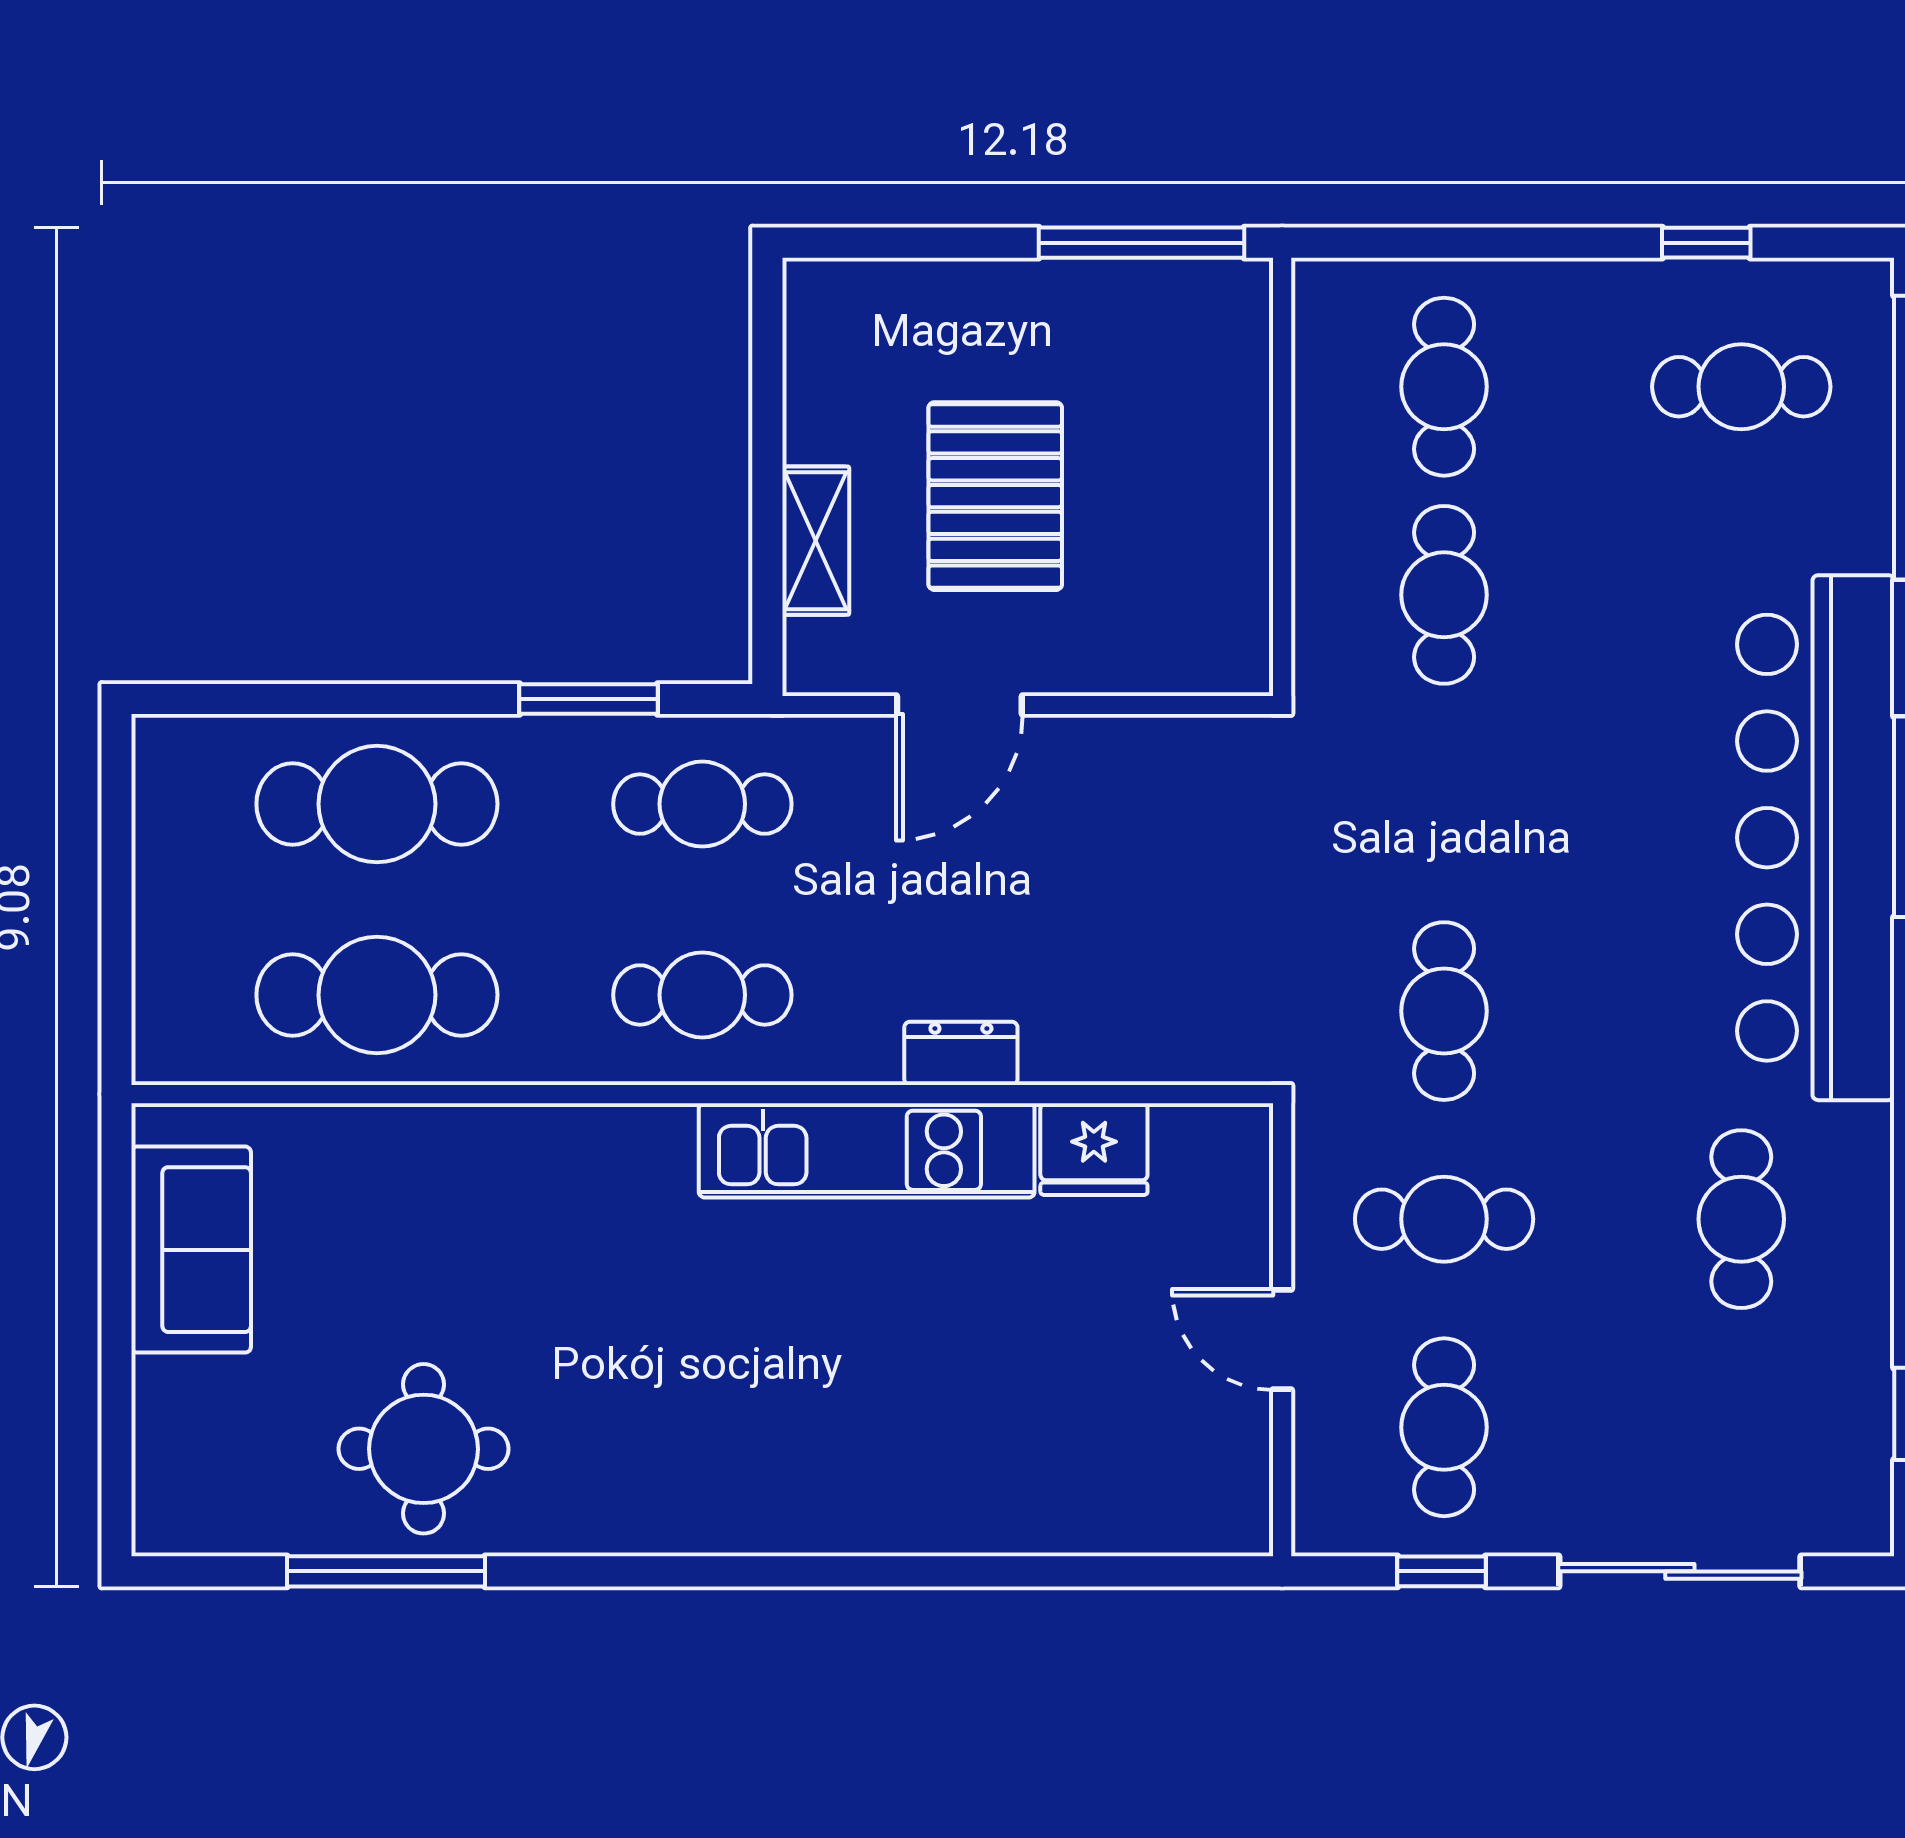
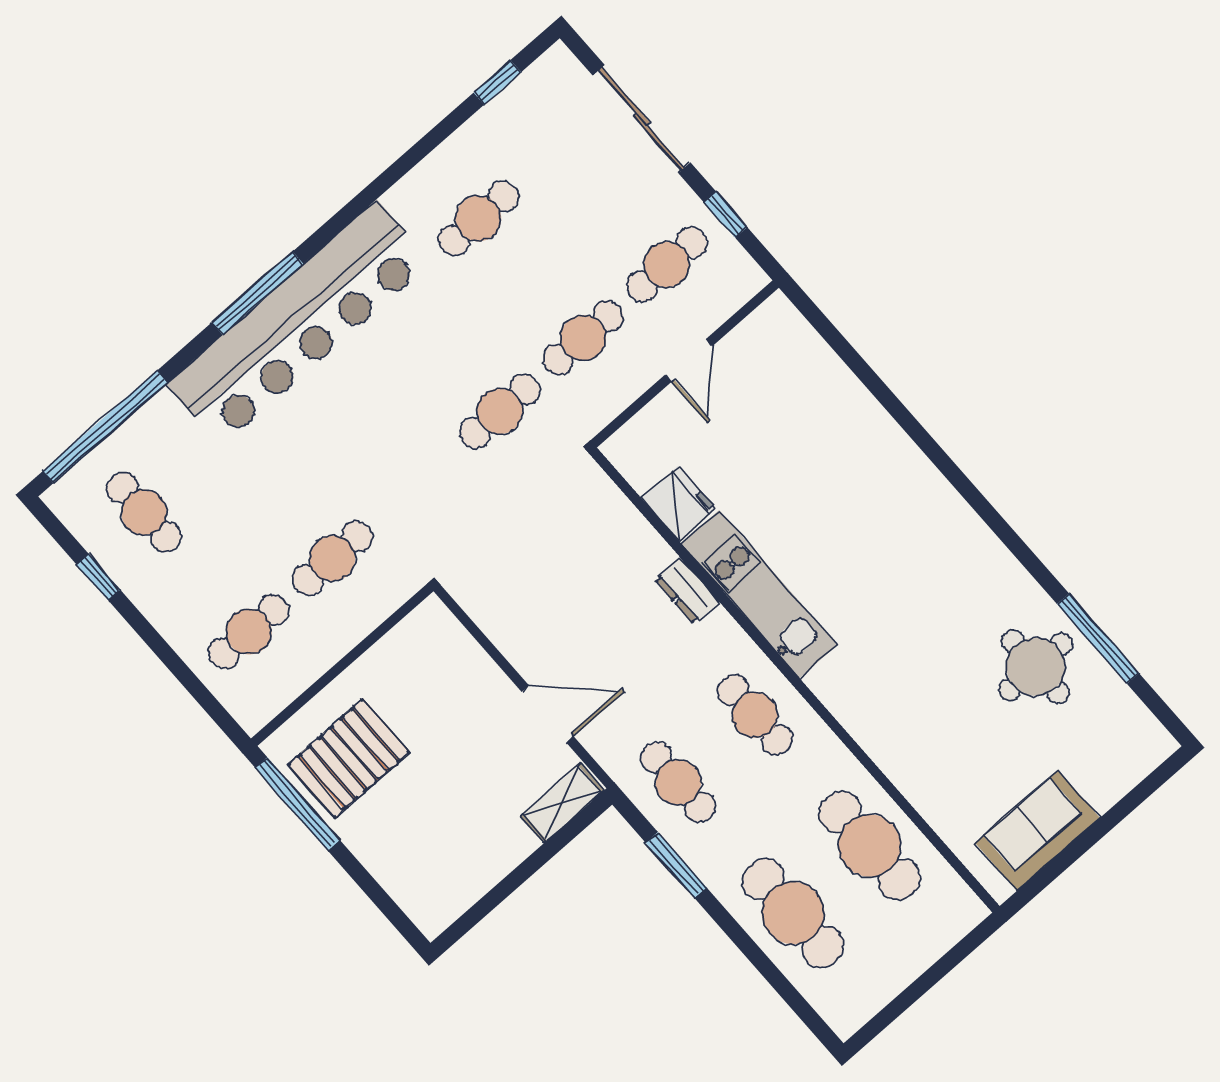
pallet: (995, 496) -> (349, 758), moved
shelving: (816, 541) -> (563, 803), moved
cafe table: (1444, 1219) -> (583, 338), turned 90

